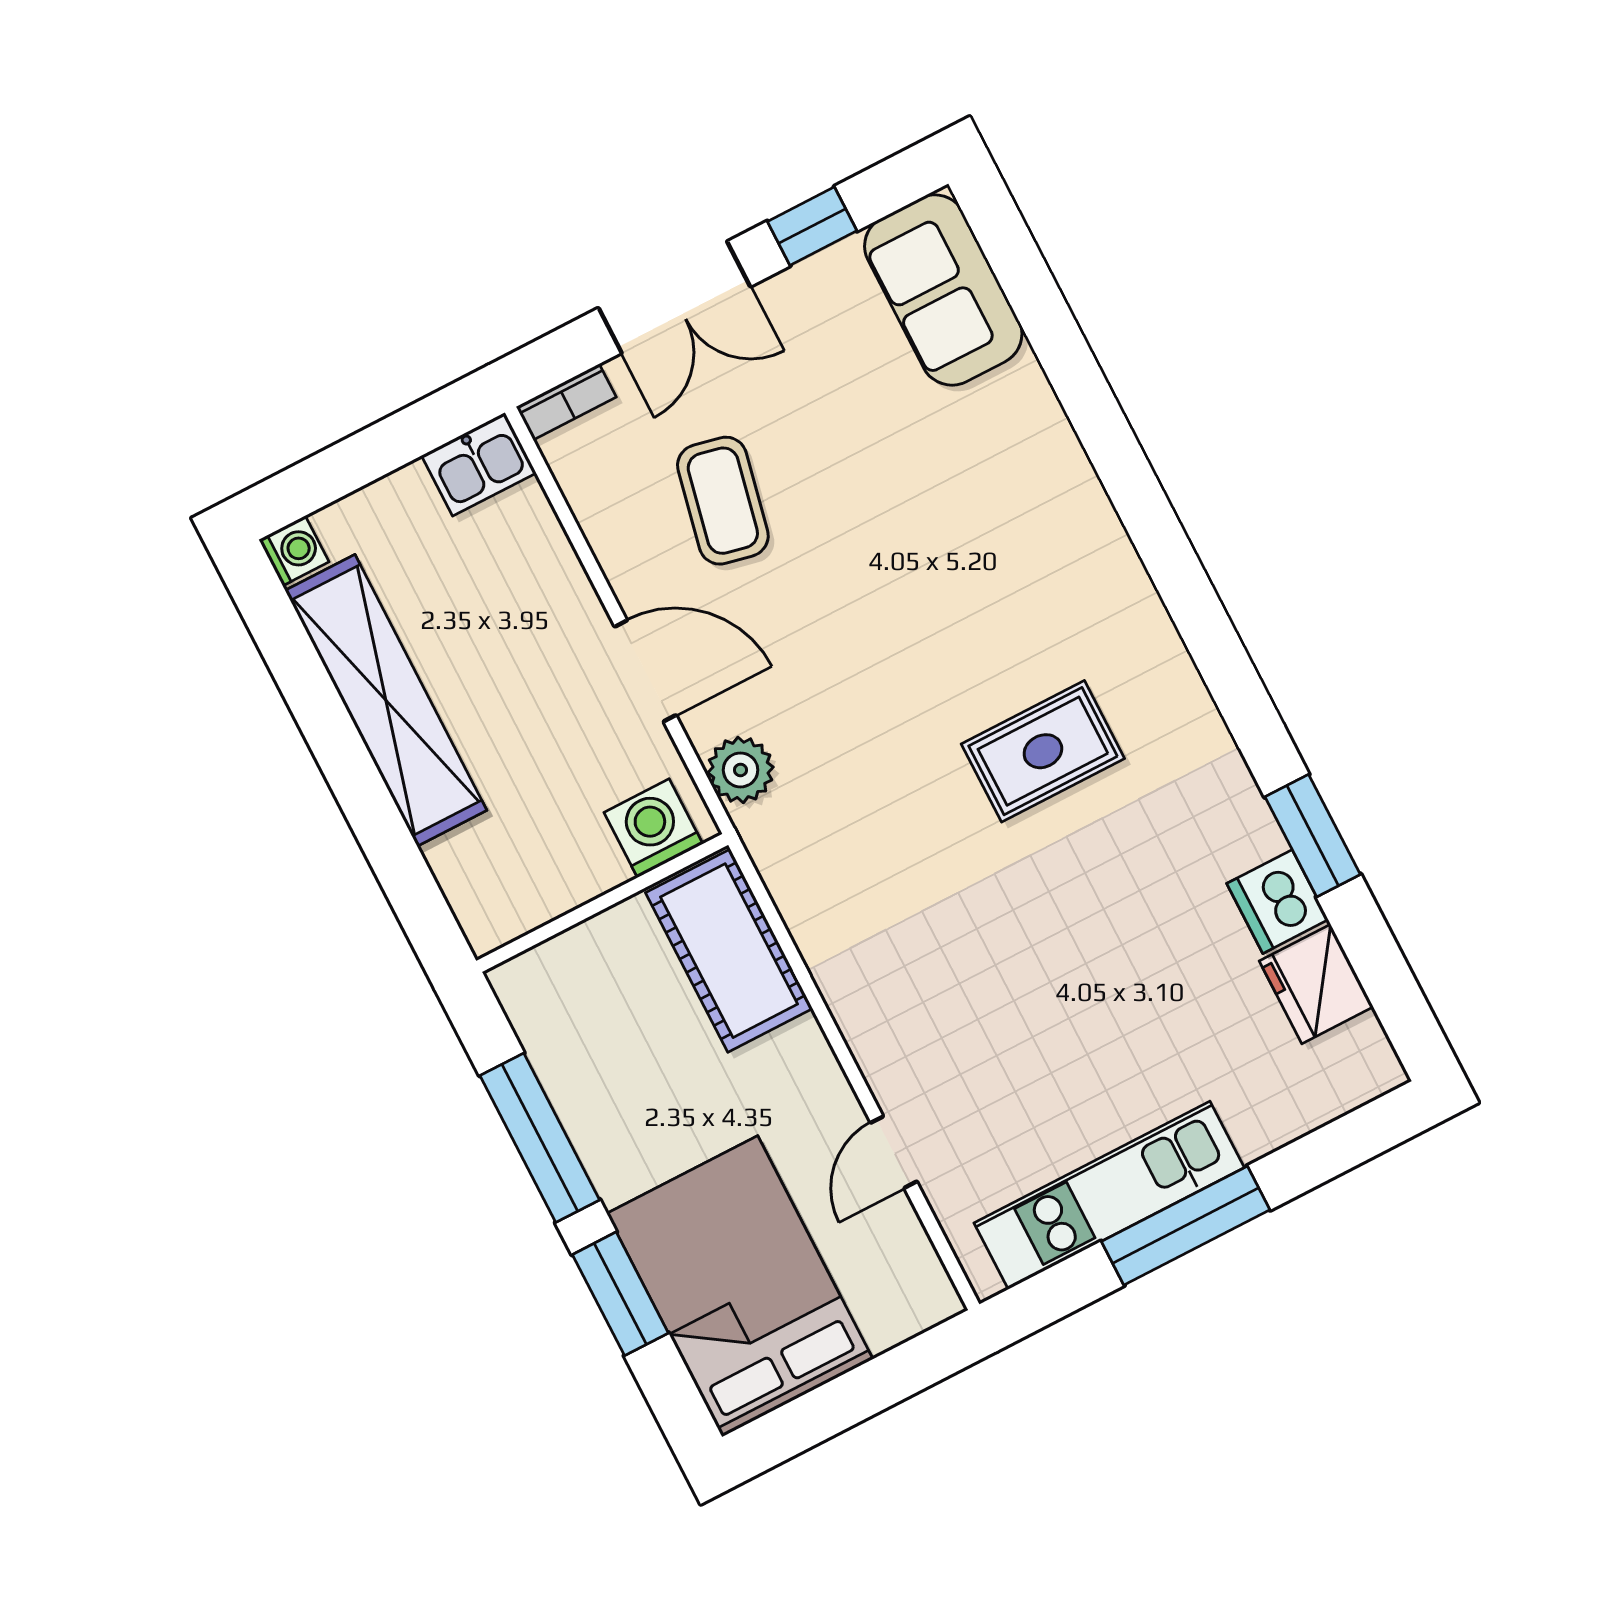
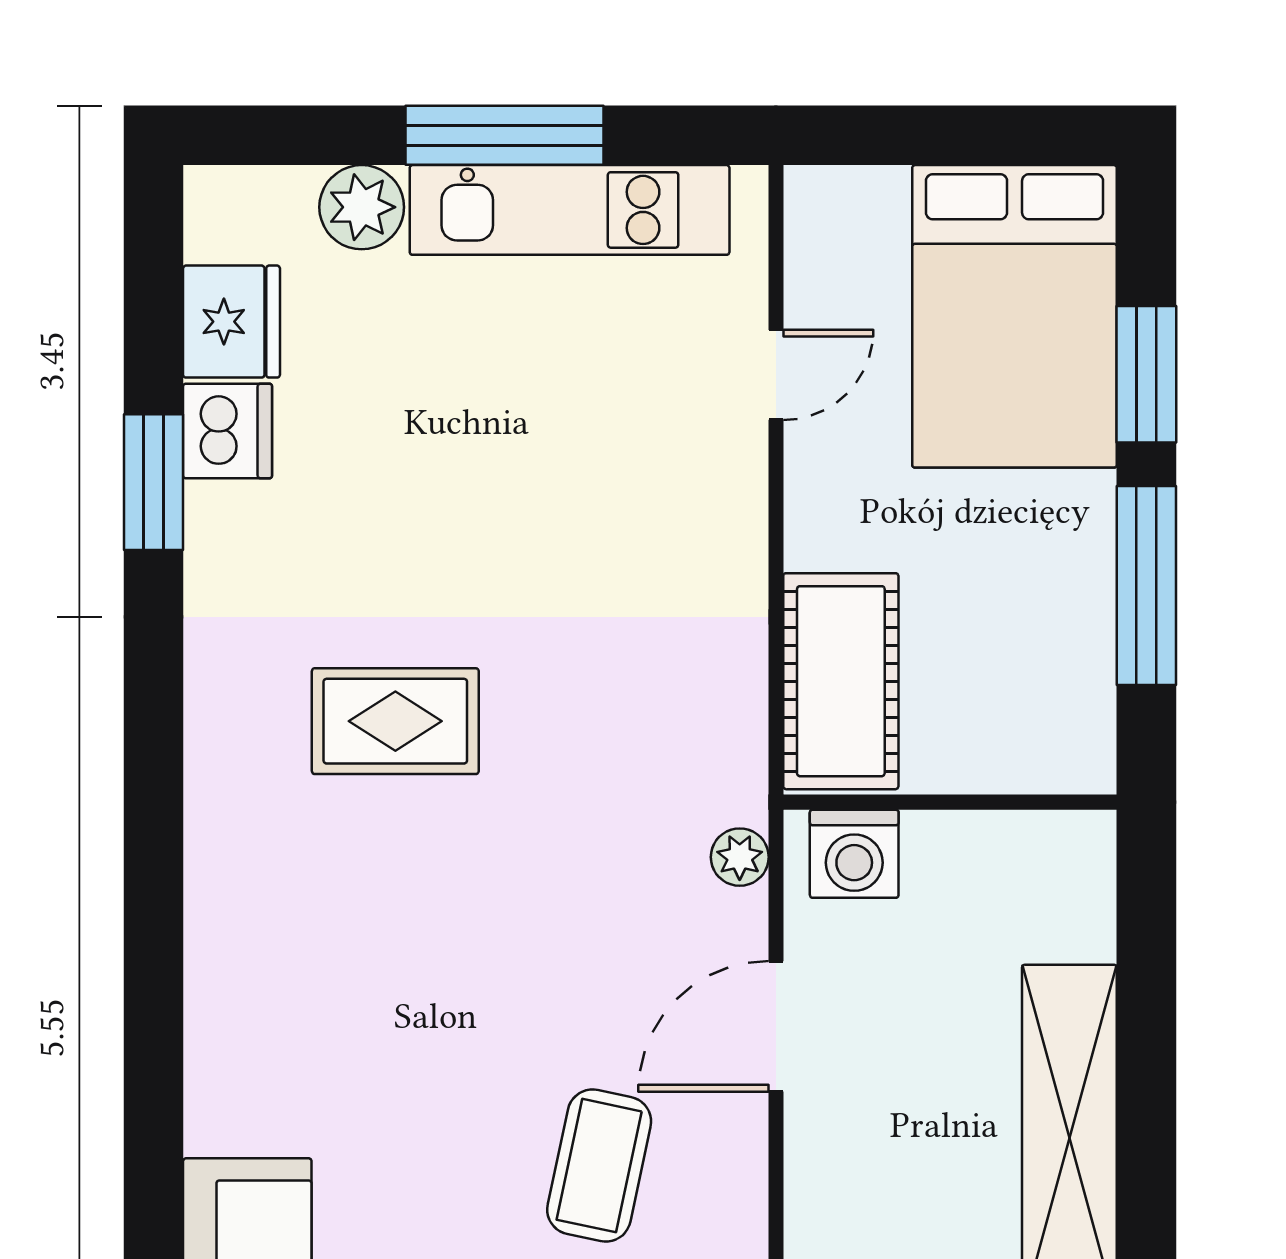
door: (645, 671) -> (776, 1026), hinge flipped
plant: (741, 770) -> (740, 857), width x0.73, depth x0.73
plant: (1264, 1118) -> (362, 207), added

